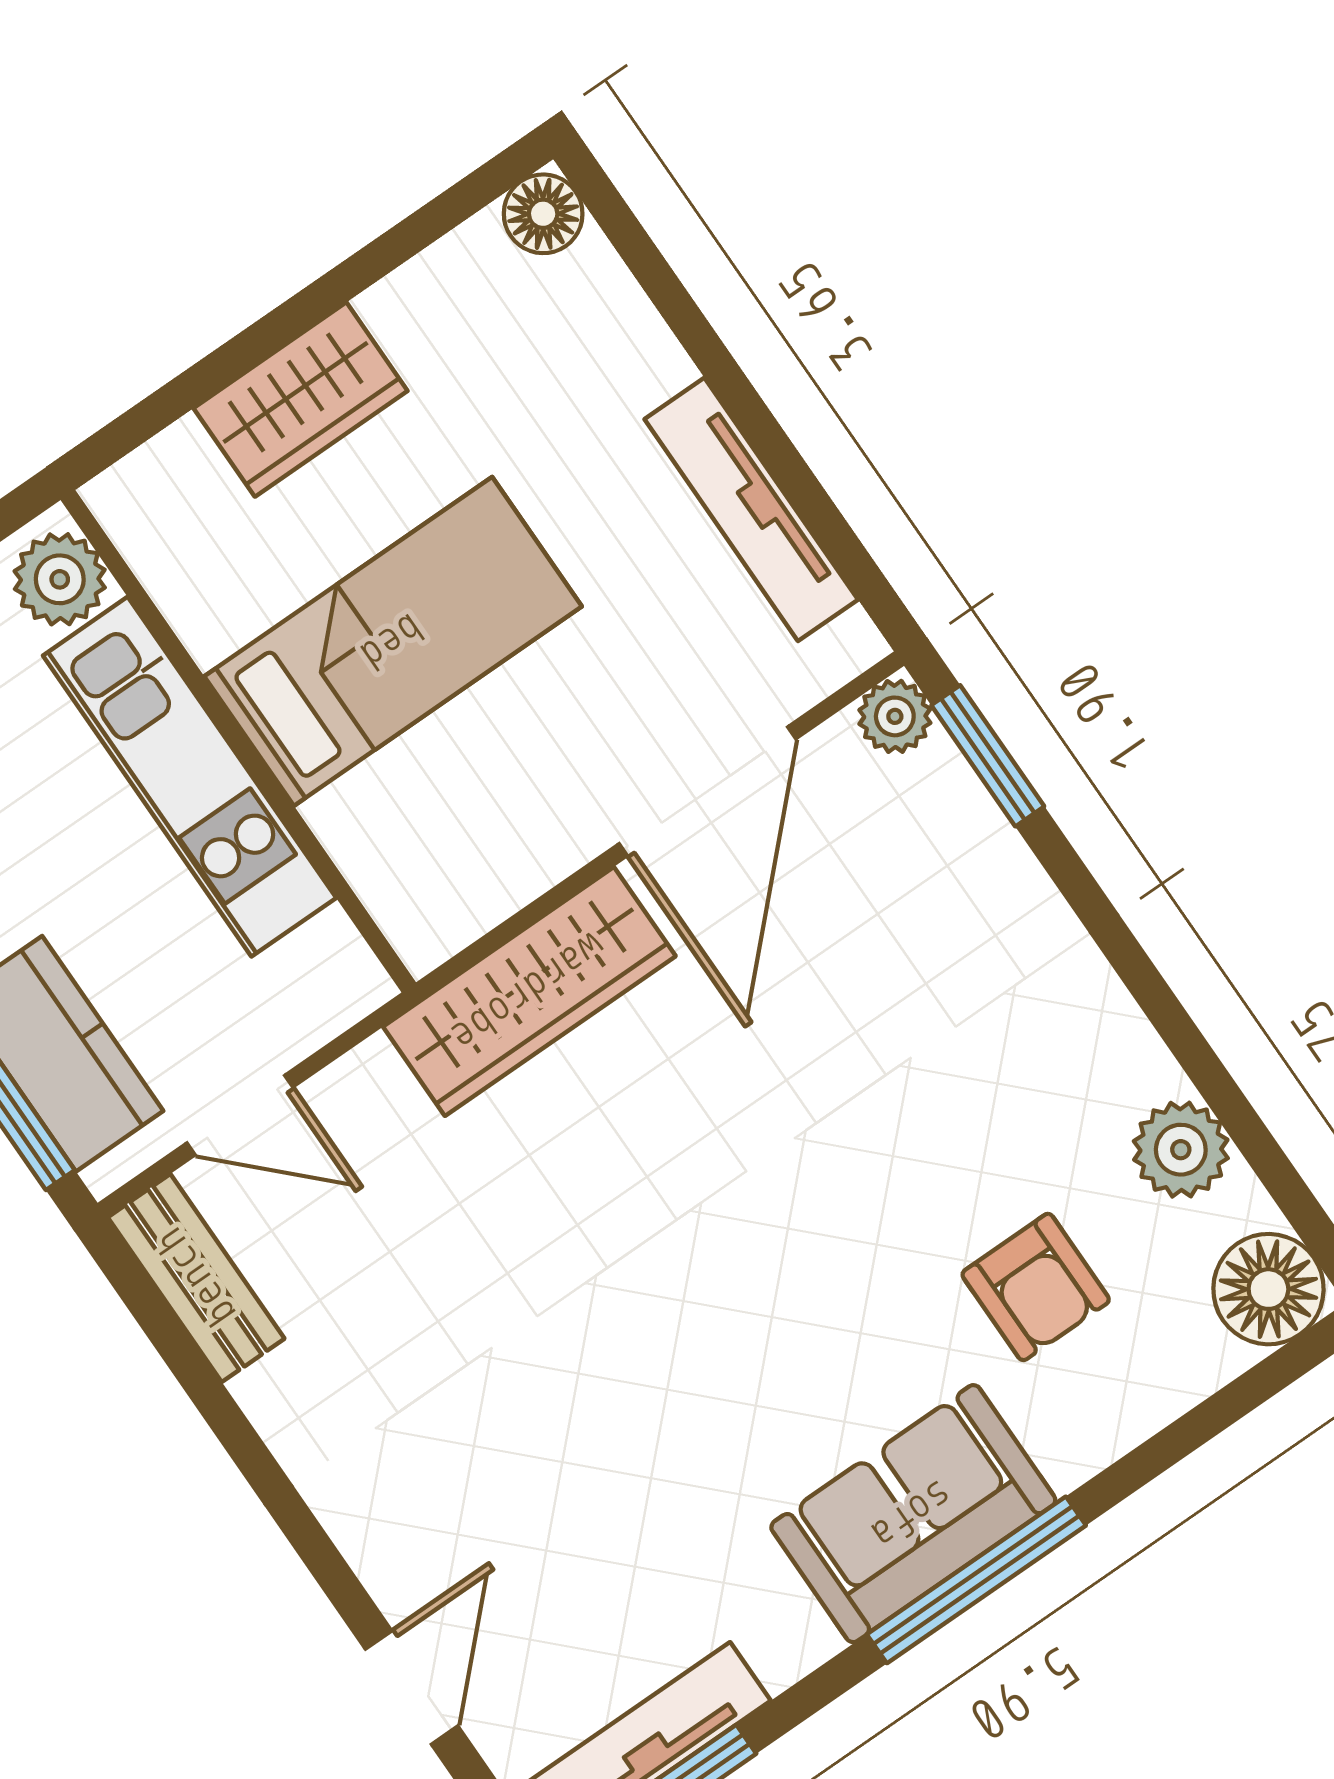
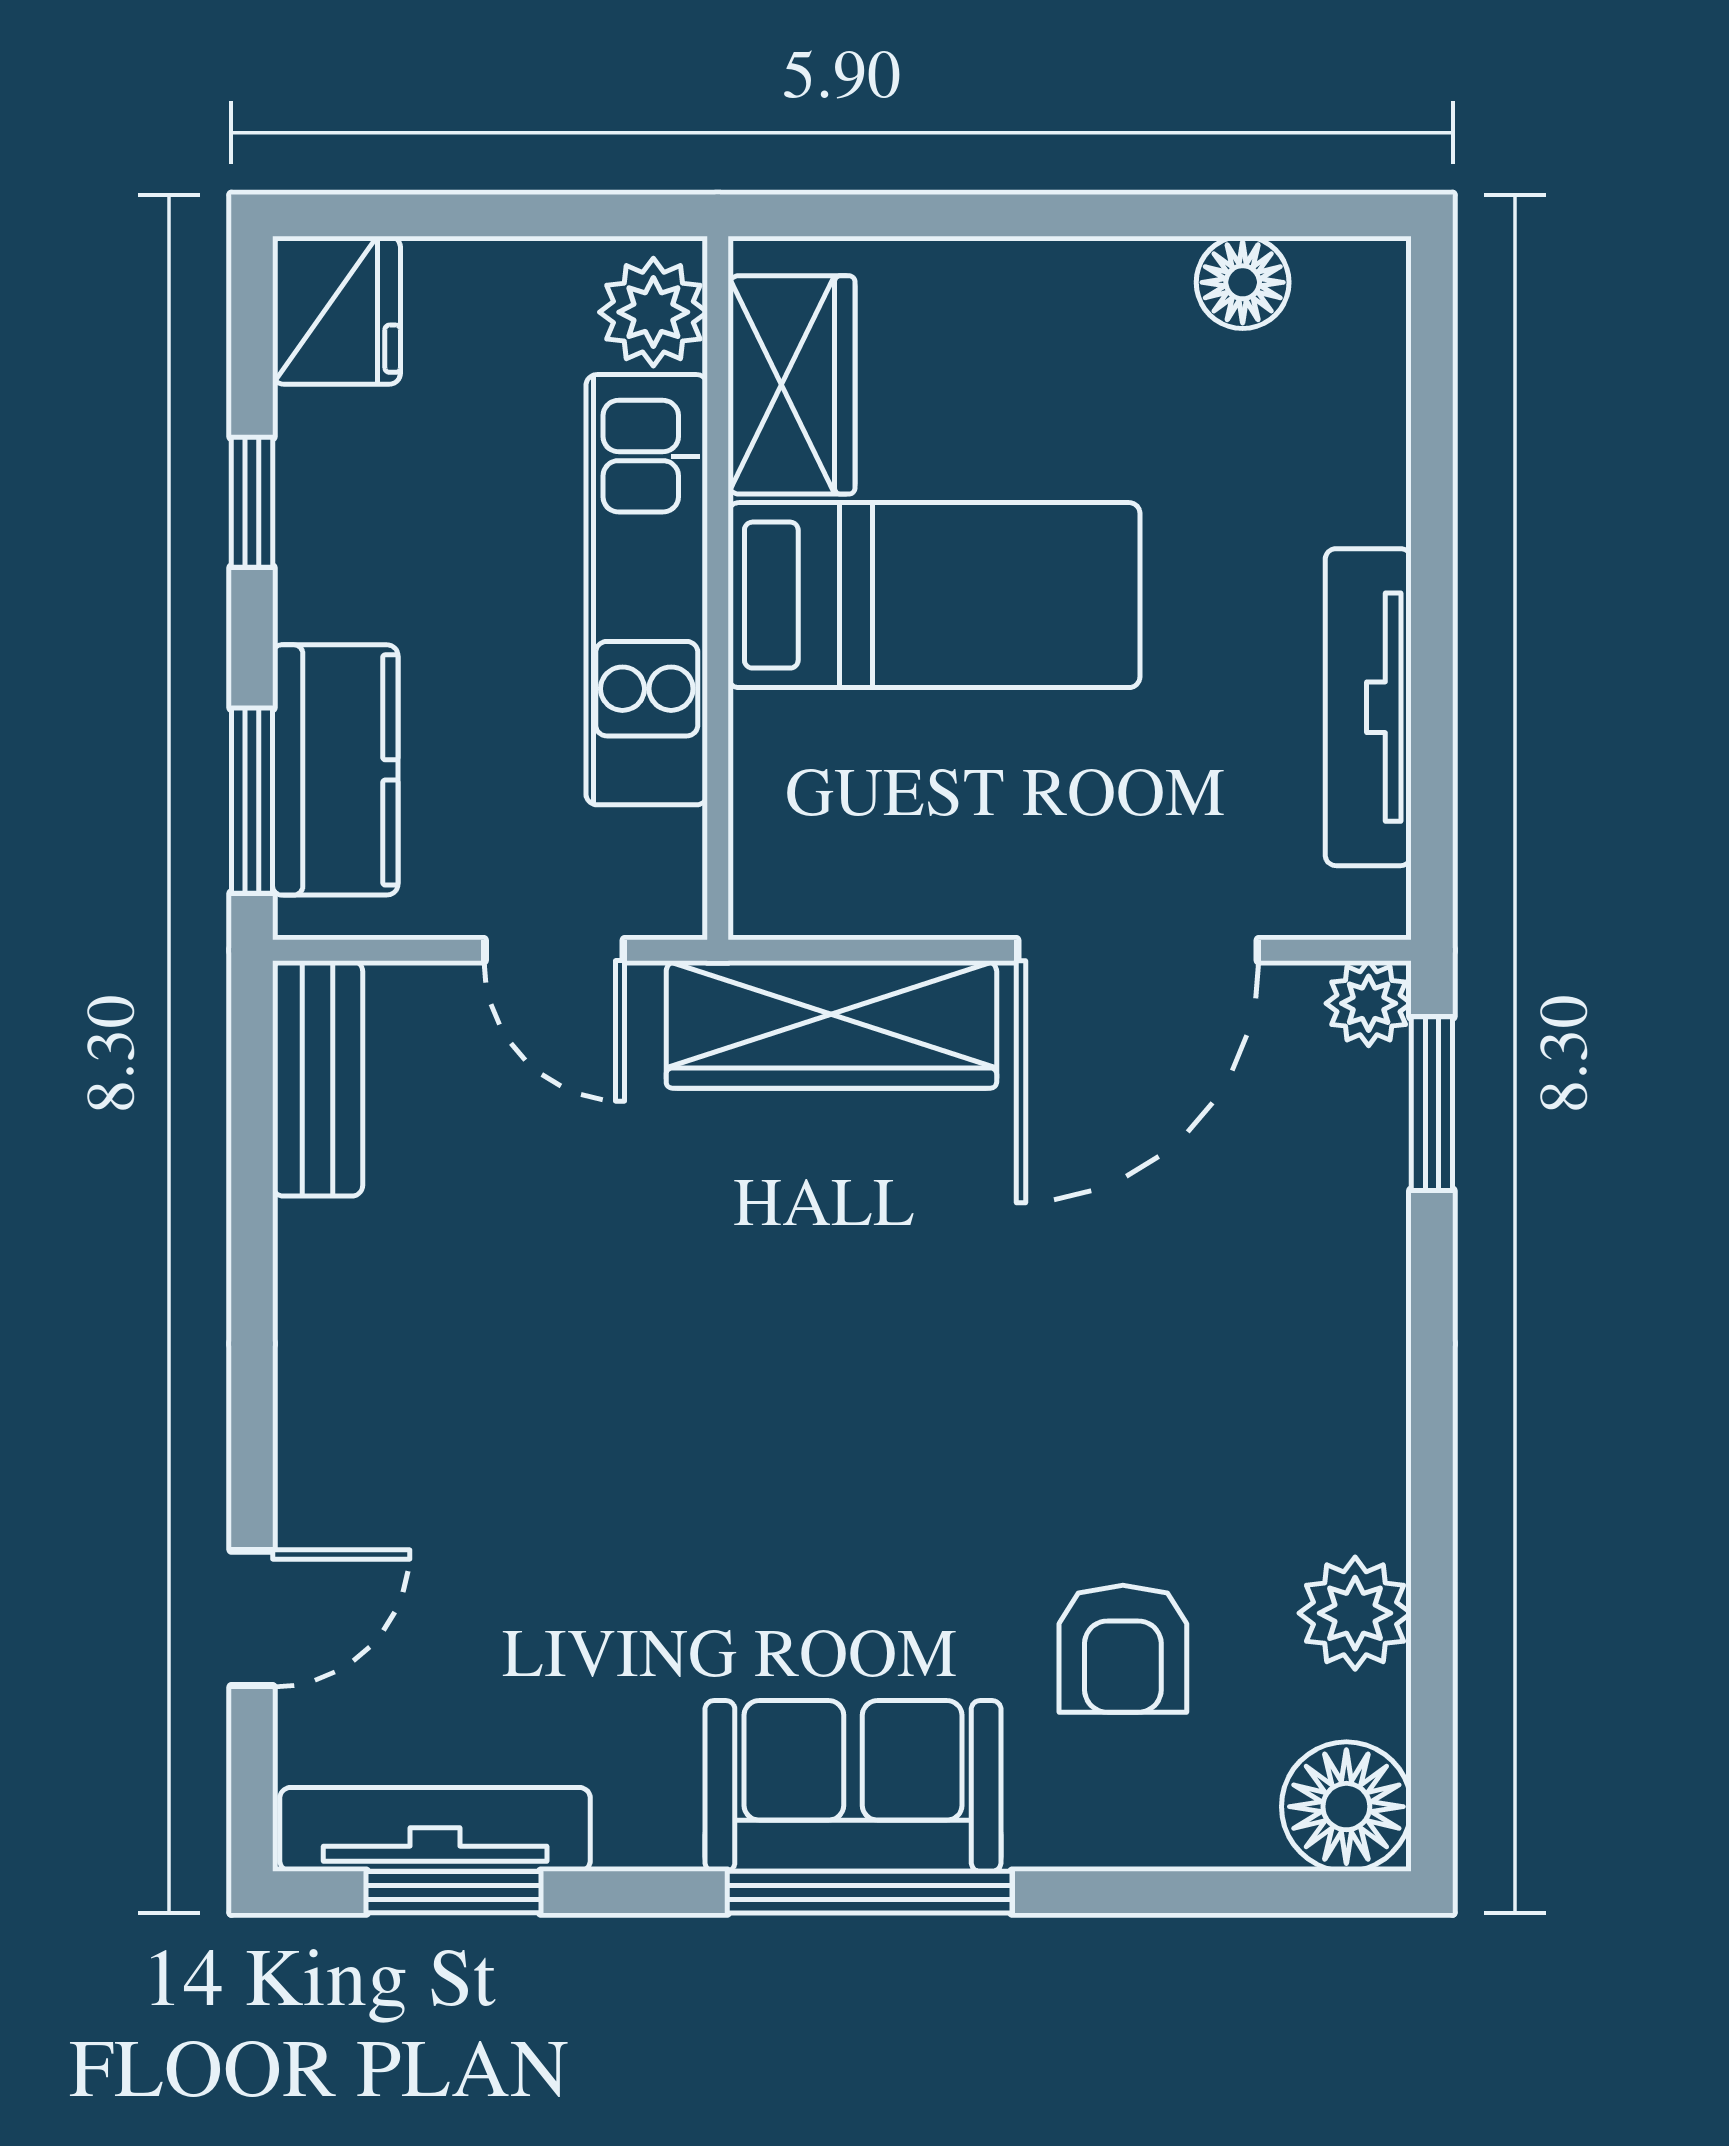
floor lamp: (543, 214) -> (1243, 282), moved
wardrobe: (301, 400) -> (791, 385), moved, turned -90
door: (240, 1115) -> (554, 950), moved

